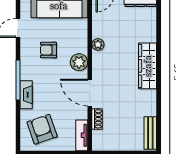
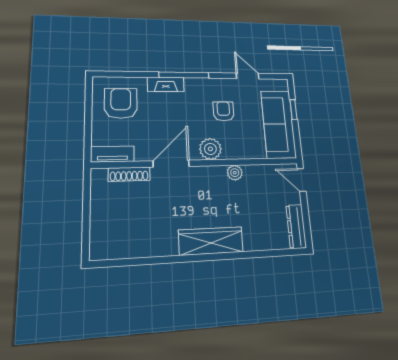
shoe rack: (97, 119) -> (129, 174), width x1.43
armchair: (42, 129) -> (121, 103), turned -71
bench: (150, 133) -> (115, 250), removed

